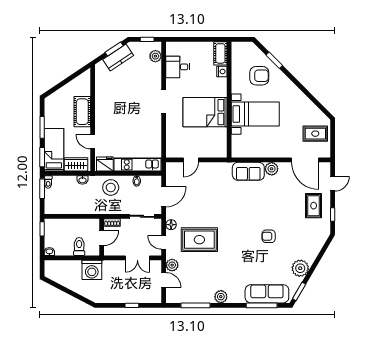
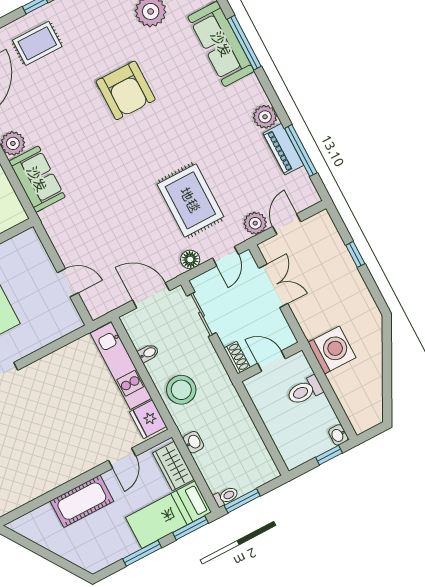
window: (42, 229) -> (329, 455), moved
armchair: (269, 236) -> (126, 90), width x1.88, depth x1.88
piano: (201, 297) -> (283, 149), added

